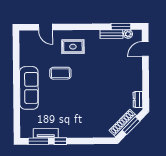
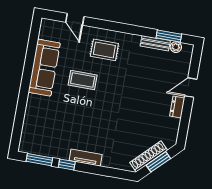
door: (145, 49) -> (191, 88), moved
sofa: (29, 88) -> (44, 68), moved
dresser: (138, 100) -> (177, 107), moved
tv unit: (46, 133) -> (86, 158), moved

